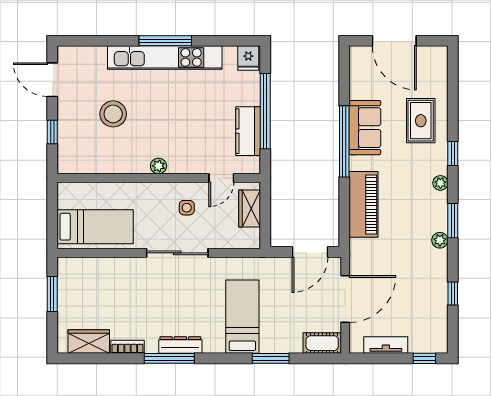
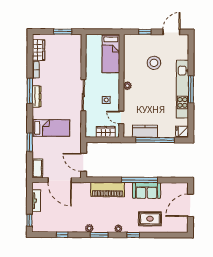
bed: (95, 227) -> (111, 54), moved

